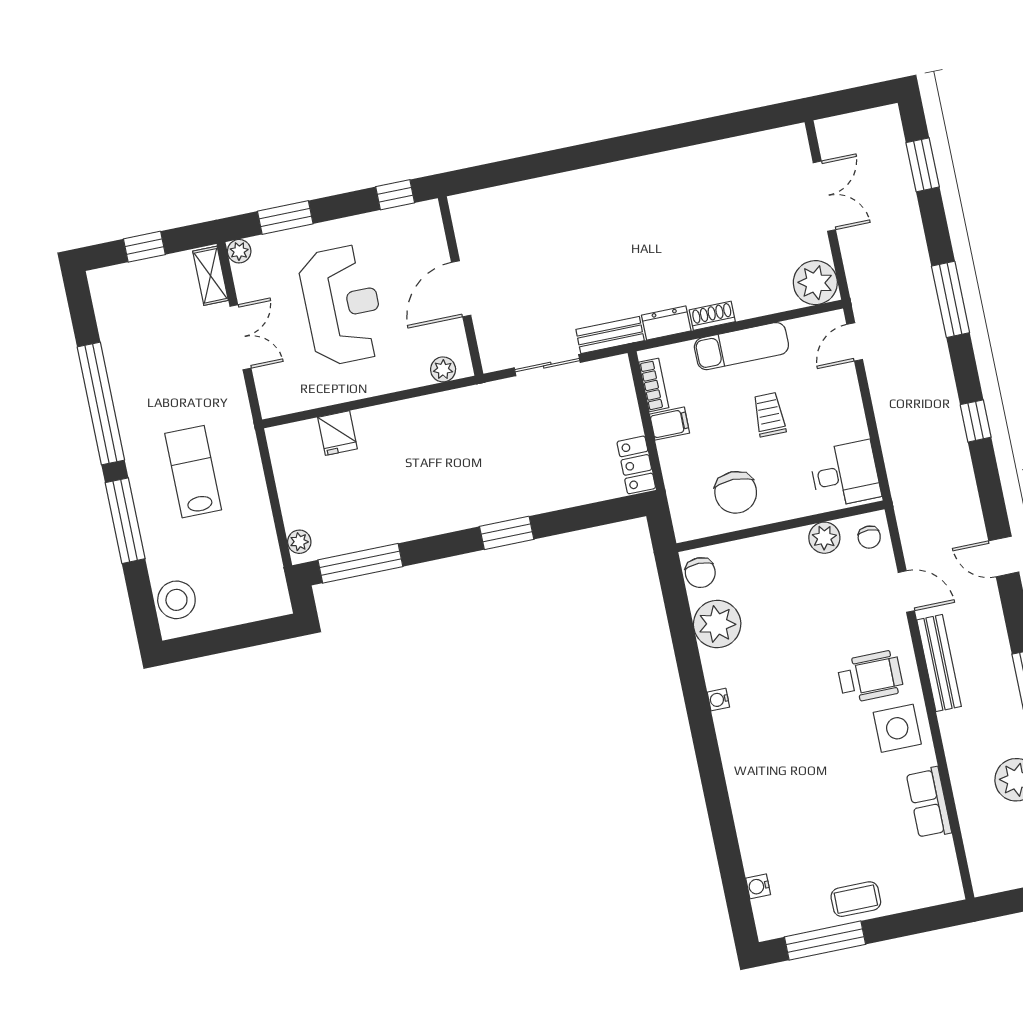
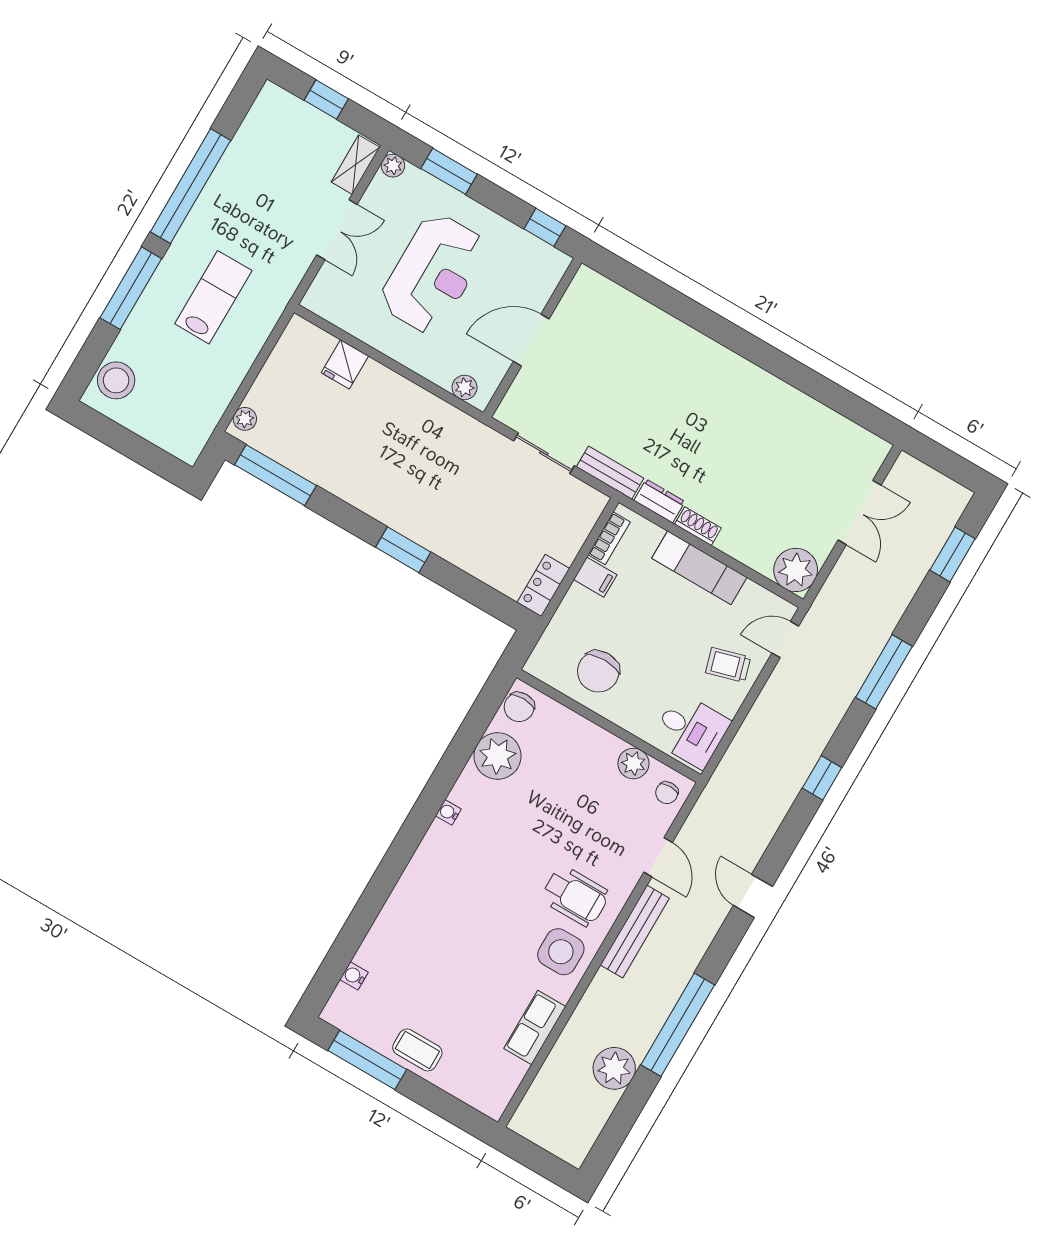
trolley: (769, 415) -> (728, 665), moved, turned -106

